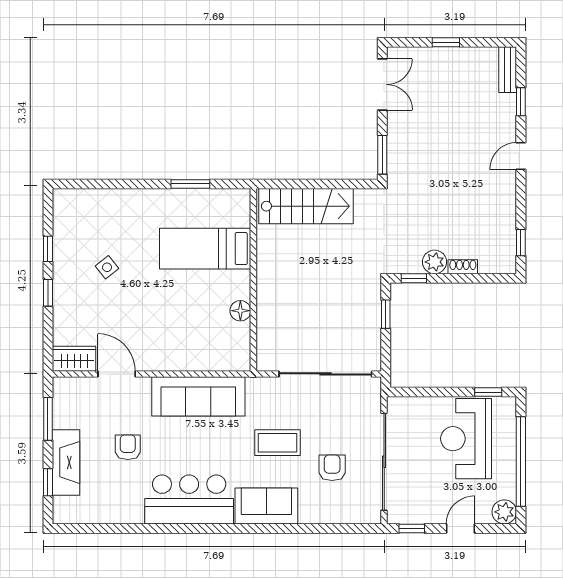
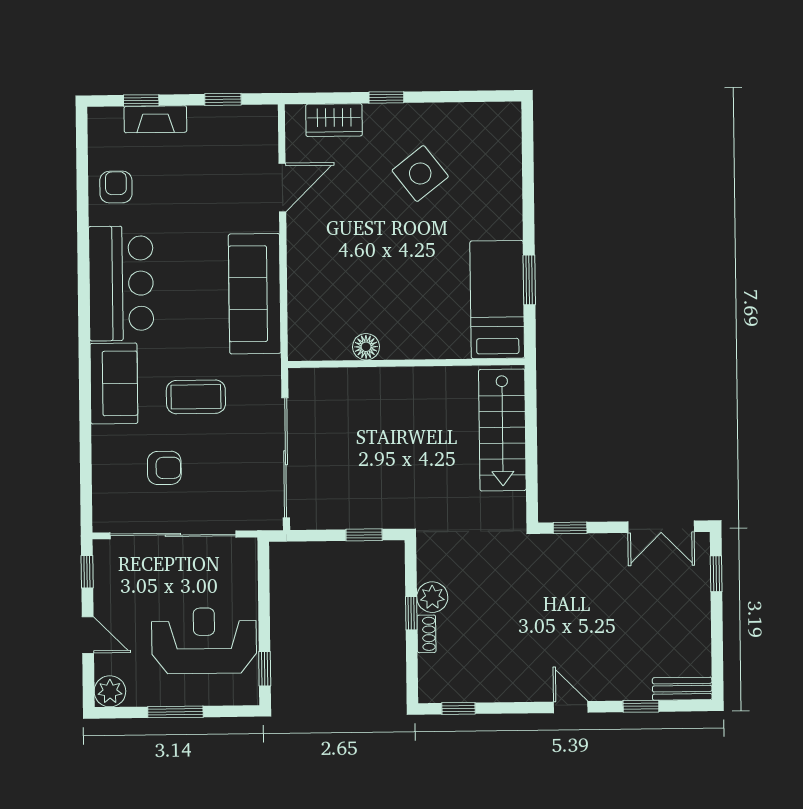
window: (446, 42) -> (716, 574), moved
window: (382, 155) -> (570, 528), width x0.67
window: (48, 249) -> (443, 97), removed
bed: (205, 249) -> (497, 300), moved
side table: (107, 267) -> (420, 173), width x1.87, depth x1.87
window: (414, 278) -> (411, 613), moved
wardrobe: (74, 359) -> (334, 120), moved, turned 90
window: (48, 419) -> (223, 99), width x0.67
coffee table: (278, 443) -> (196, 397), turned 90
armchair: (128, 447) -> (116, 187), moved, turned -90
window: (521, 461) -> (175, 712), width x0.47
fireplace: (66, 462) -> (155, 119), width x0.73, depth x0.76

